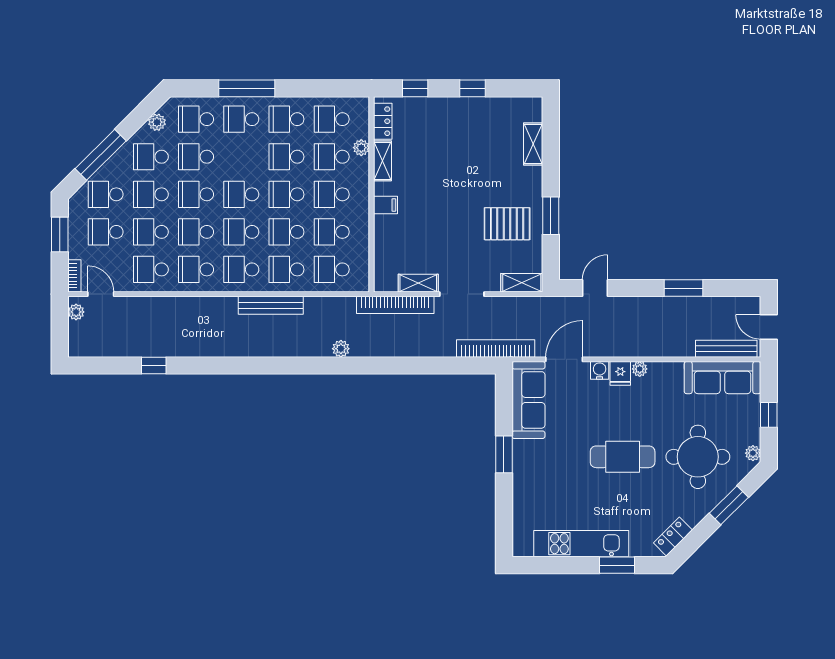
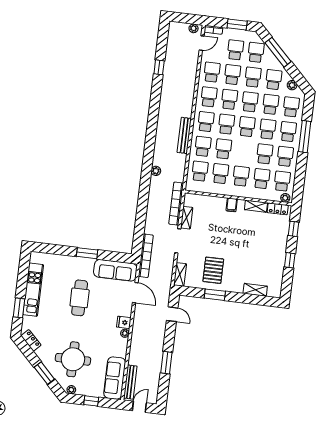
plant: (361, 148) -> (285, 198), moved
school desk: (287, 194) -> (268, 129), moved
water cooler: (600, 370) -> (127, 311), removed
cafe table: (623, 457) -> (80, 298), moved

